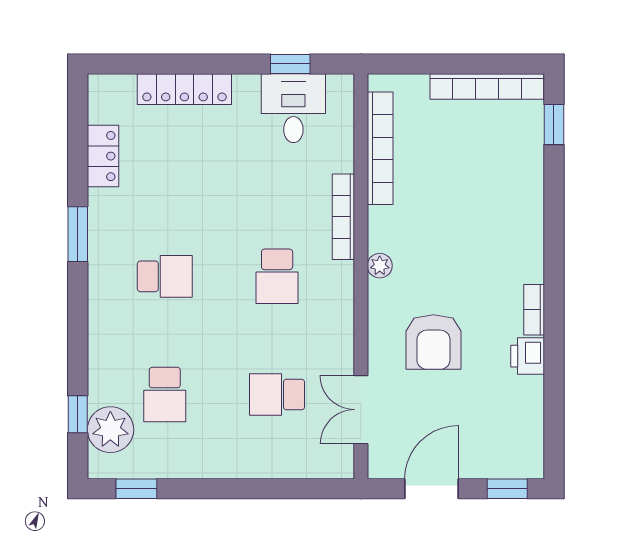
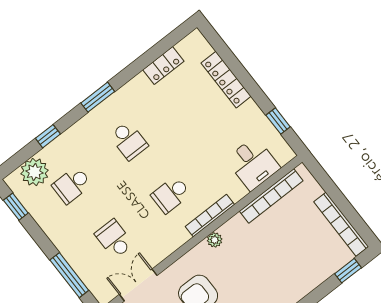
desk: (293, 108) -> (253, 164), moved, turned 90
bookcase: (343, 217) -> (210, 215), moved
window: (78, 234) -> (98, 97), moved
window: (78, 414) -> (48, 136), moved
window: (279, 489) -> (69, 275), added

